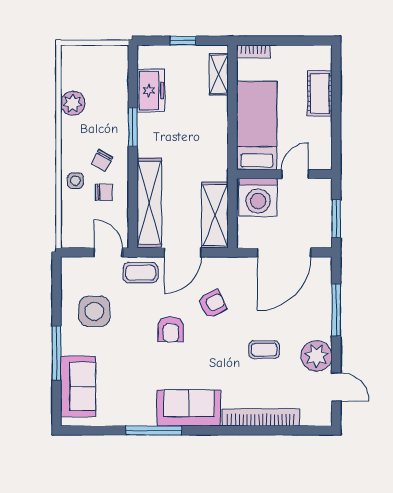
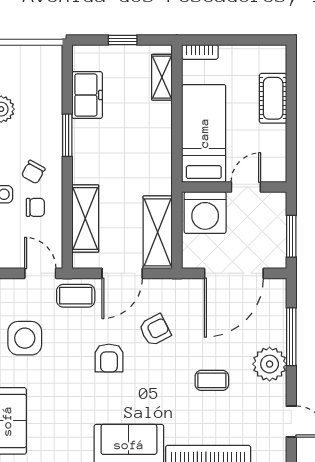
shelving: (149, 203) -> (85, 218), width x0.68
plant: (317, 356) -> (270, 364), moved

